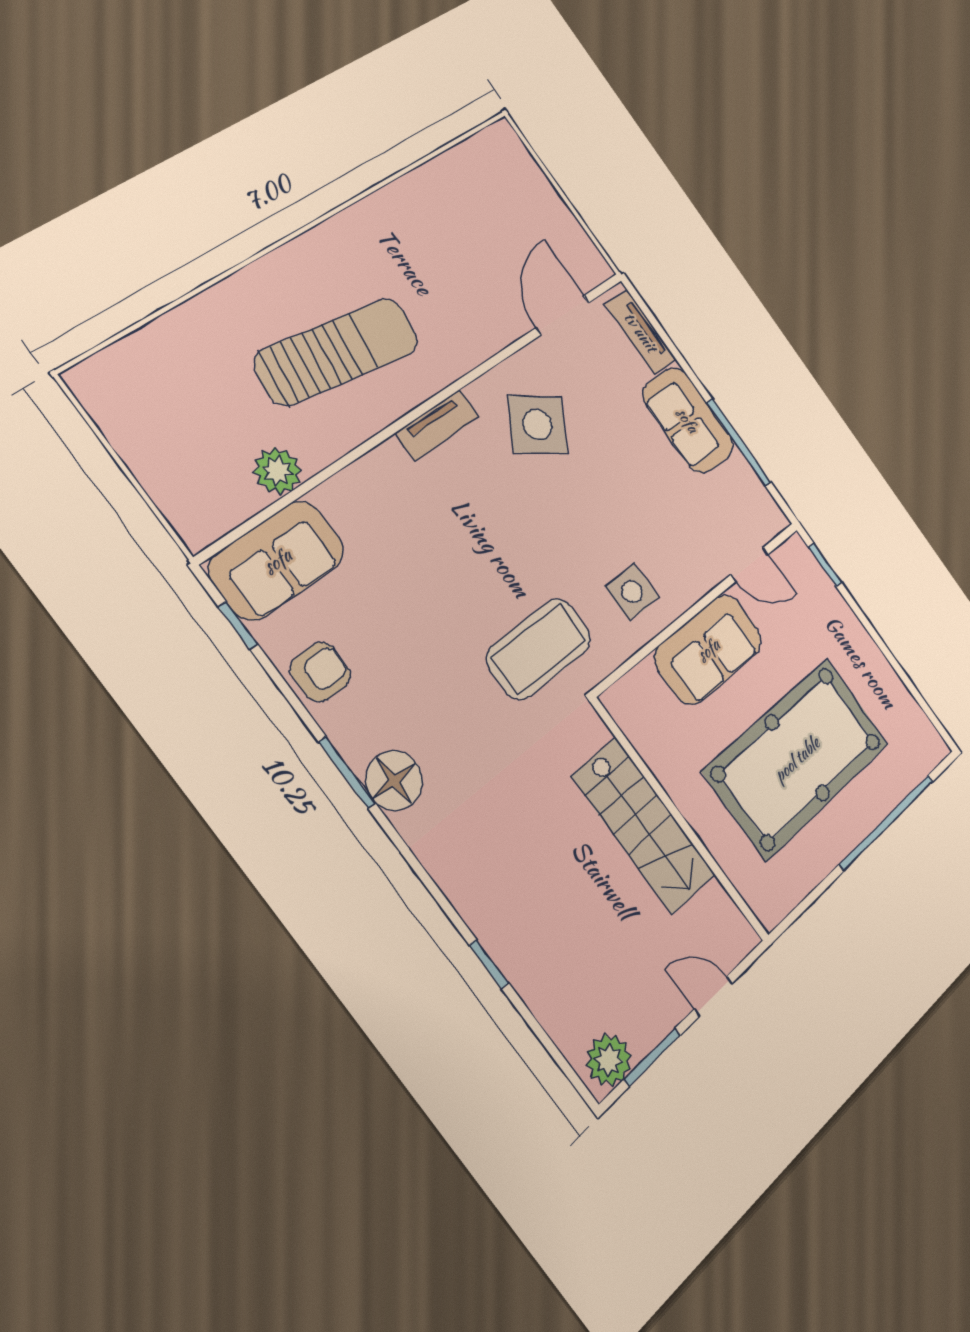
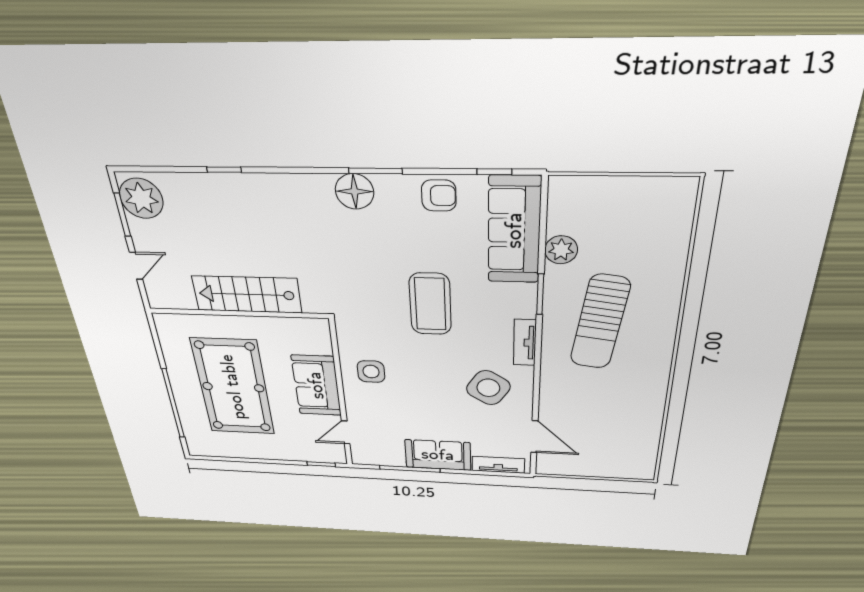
window: (357, 453) -> (540, 294), added
sofa: (277, 560) -> (514, 230), width x1.36
coffee table: (539, 649) -> (430, 304), moved
armchair: (320, 672) -> (439, 196), turned -90
plant: (609, 1060) -> (141, 198), width x1.36, depth x1.36

